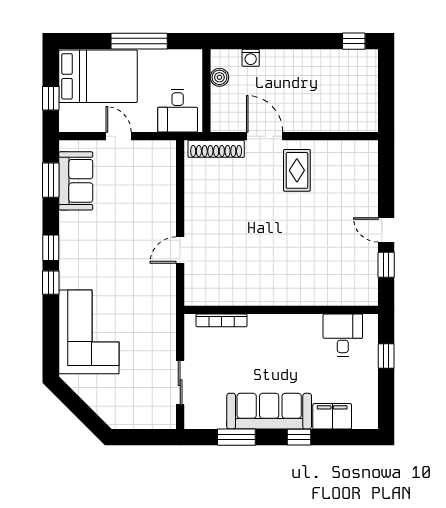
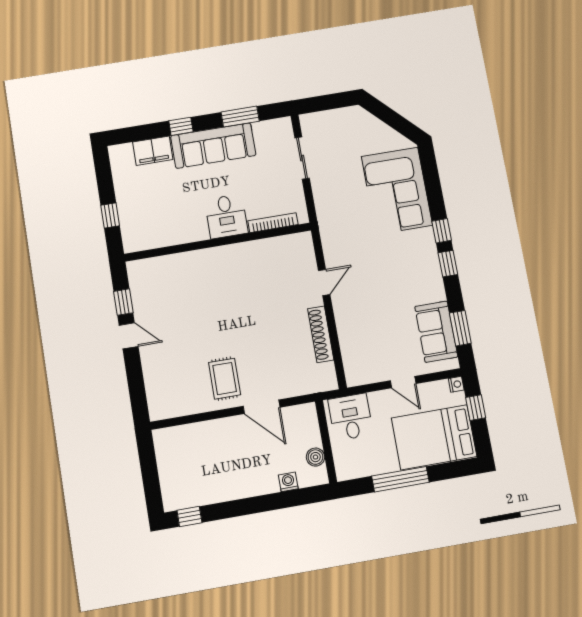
nightstand: (66, 125) -> (456, 384), added
shoe rack: (216, 149) -> (321, 334), moved, turned -90
desk: (343, 335) -> (226, 216), moved

